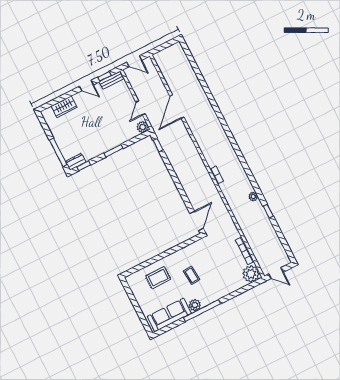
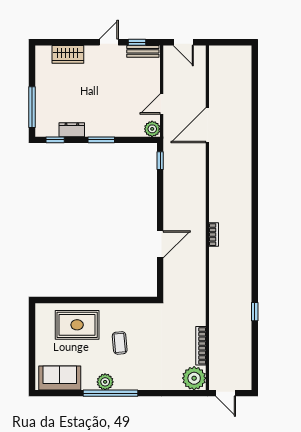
door: (86, 86) -> (109, 42), swing flipped
dresser: (76, 162) -> (72, 130), moved
plant: (253, 197) -> (245, 284), removed
door: (197, 221) -> (160, 244), moved
rug: (158, 278) -> (77, 325), width x1.36, depth x1.43
sofa: (169, 315) -> (60, 378), width x0.73

